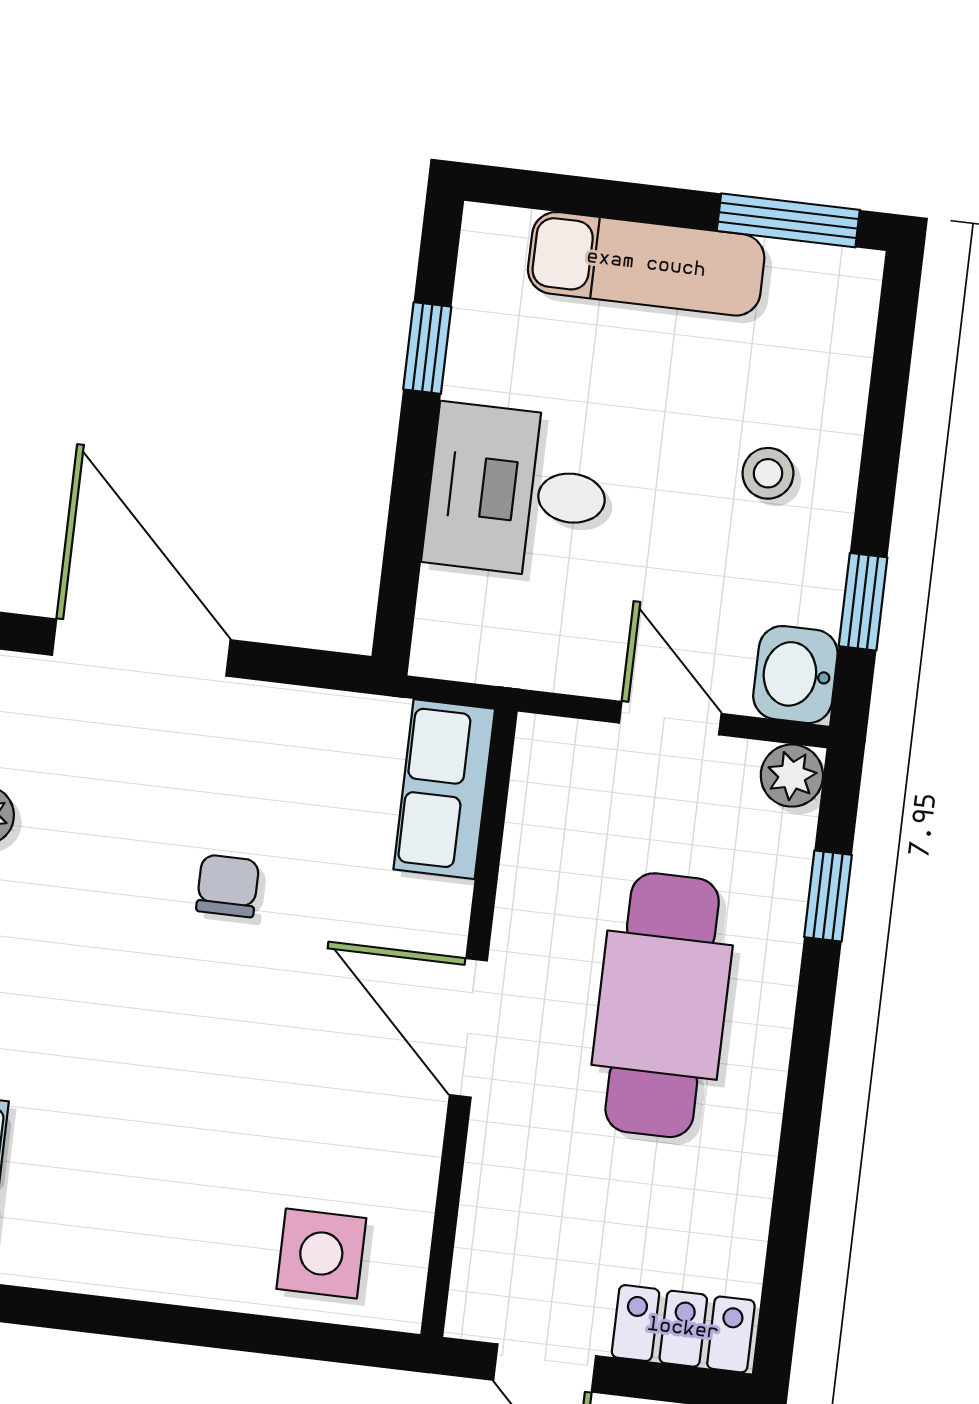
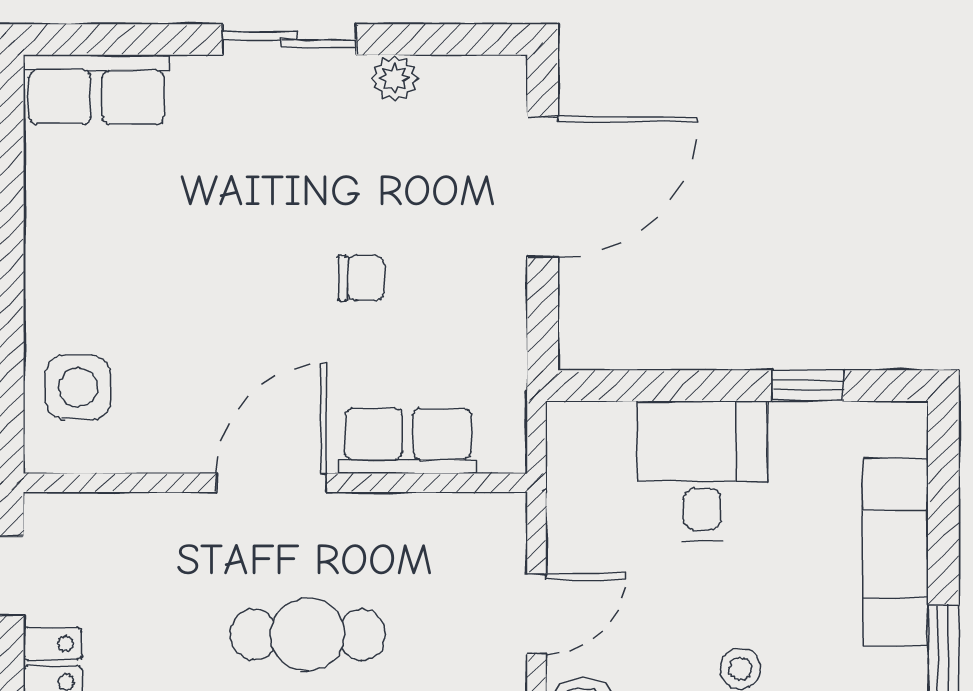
row of seats: (444, 789) -> (408, 441), moved
cafe table: (662, 1005) -> (308, 635), width x0.73, depth x0.74

